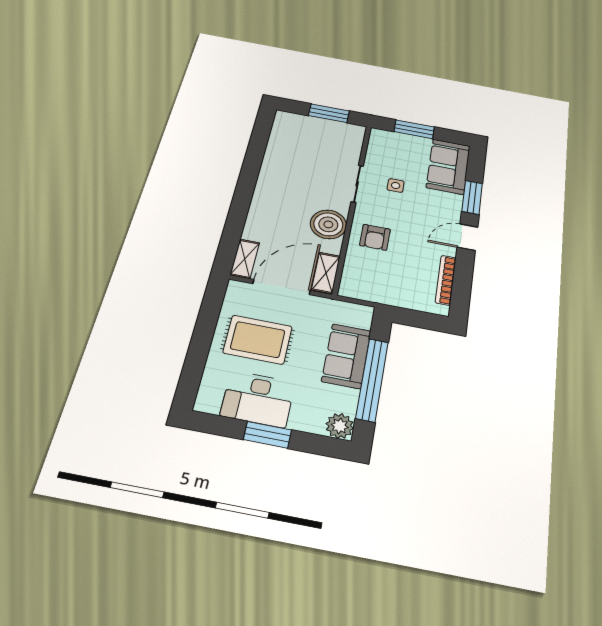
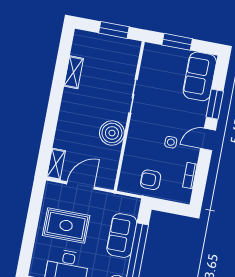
side table: (396, 186) -> (171, 142), moved
armchair: (375, 237) -> (151, 180), moved, turned 90
shelving: (326, 273) -> (74, 72), moved
bookcase: (446, 280) -> (190, 176), width x0.64
door: (282, 287) -> (81, 185), width x0.73

